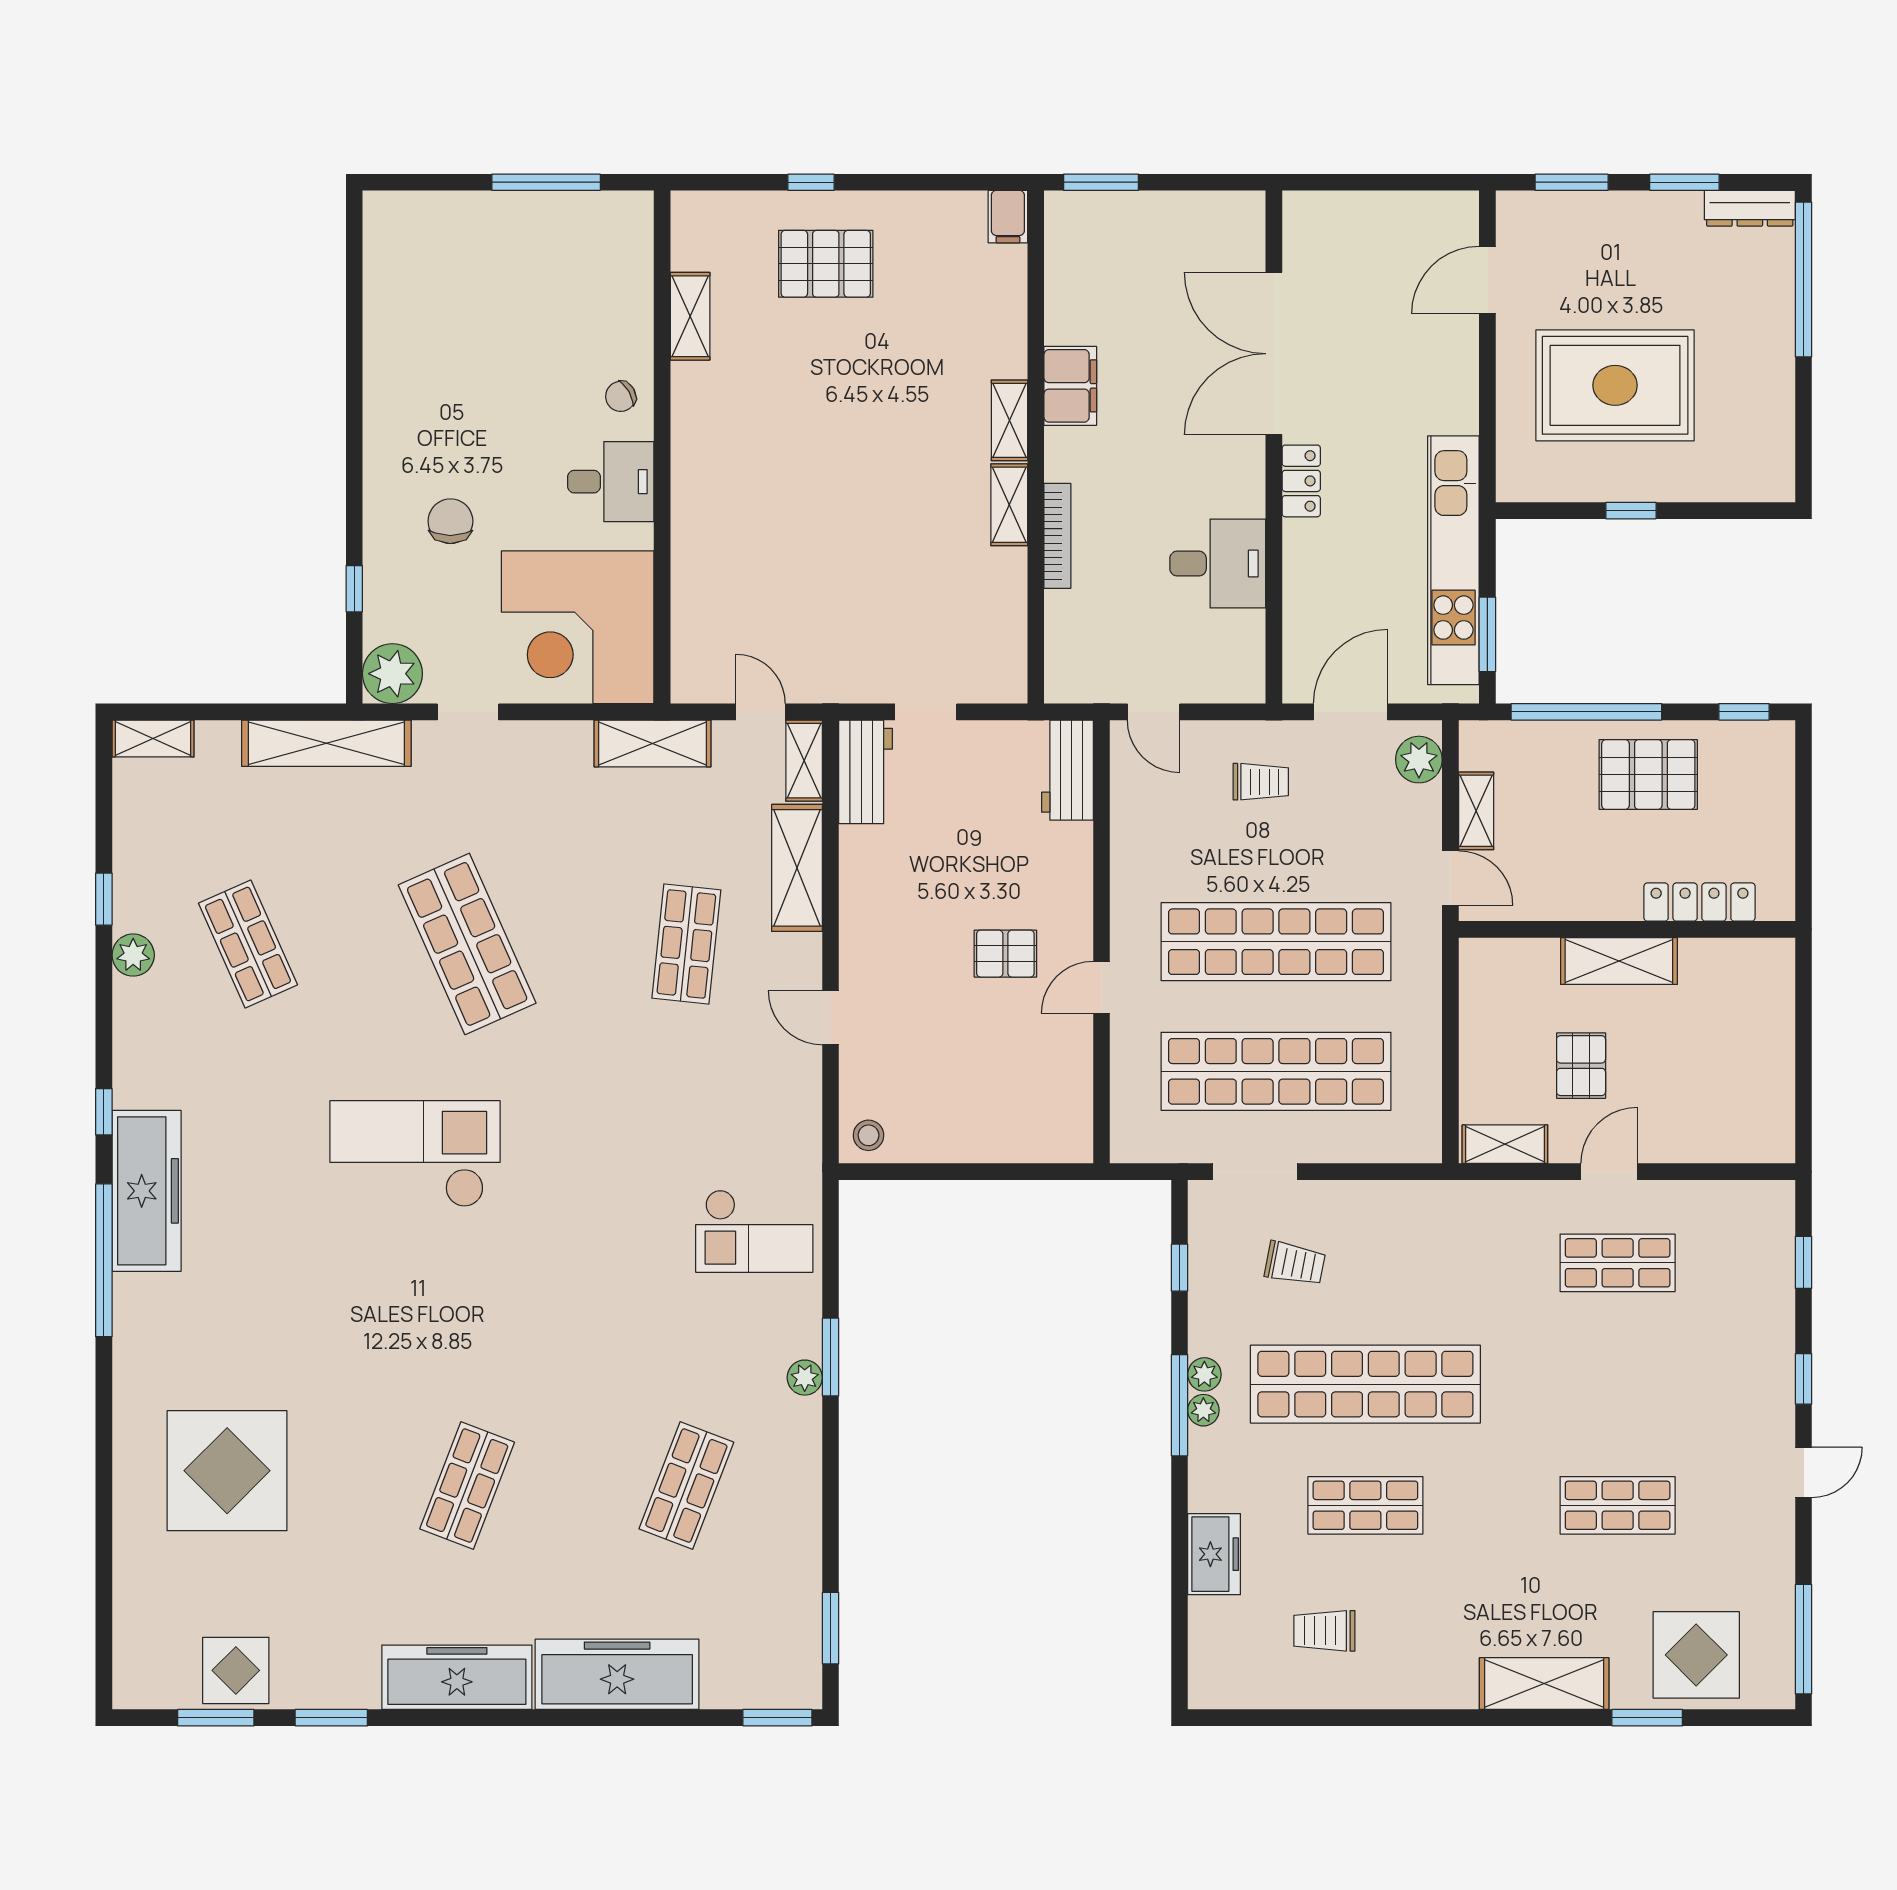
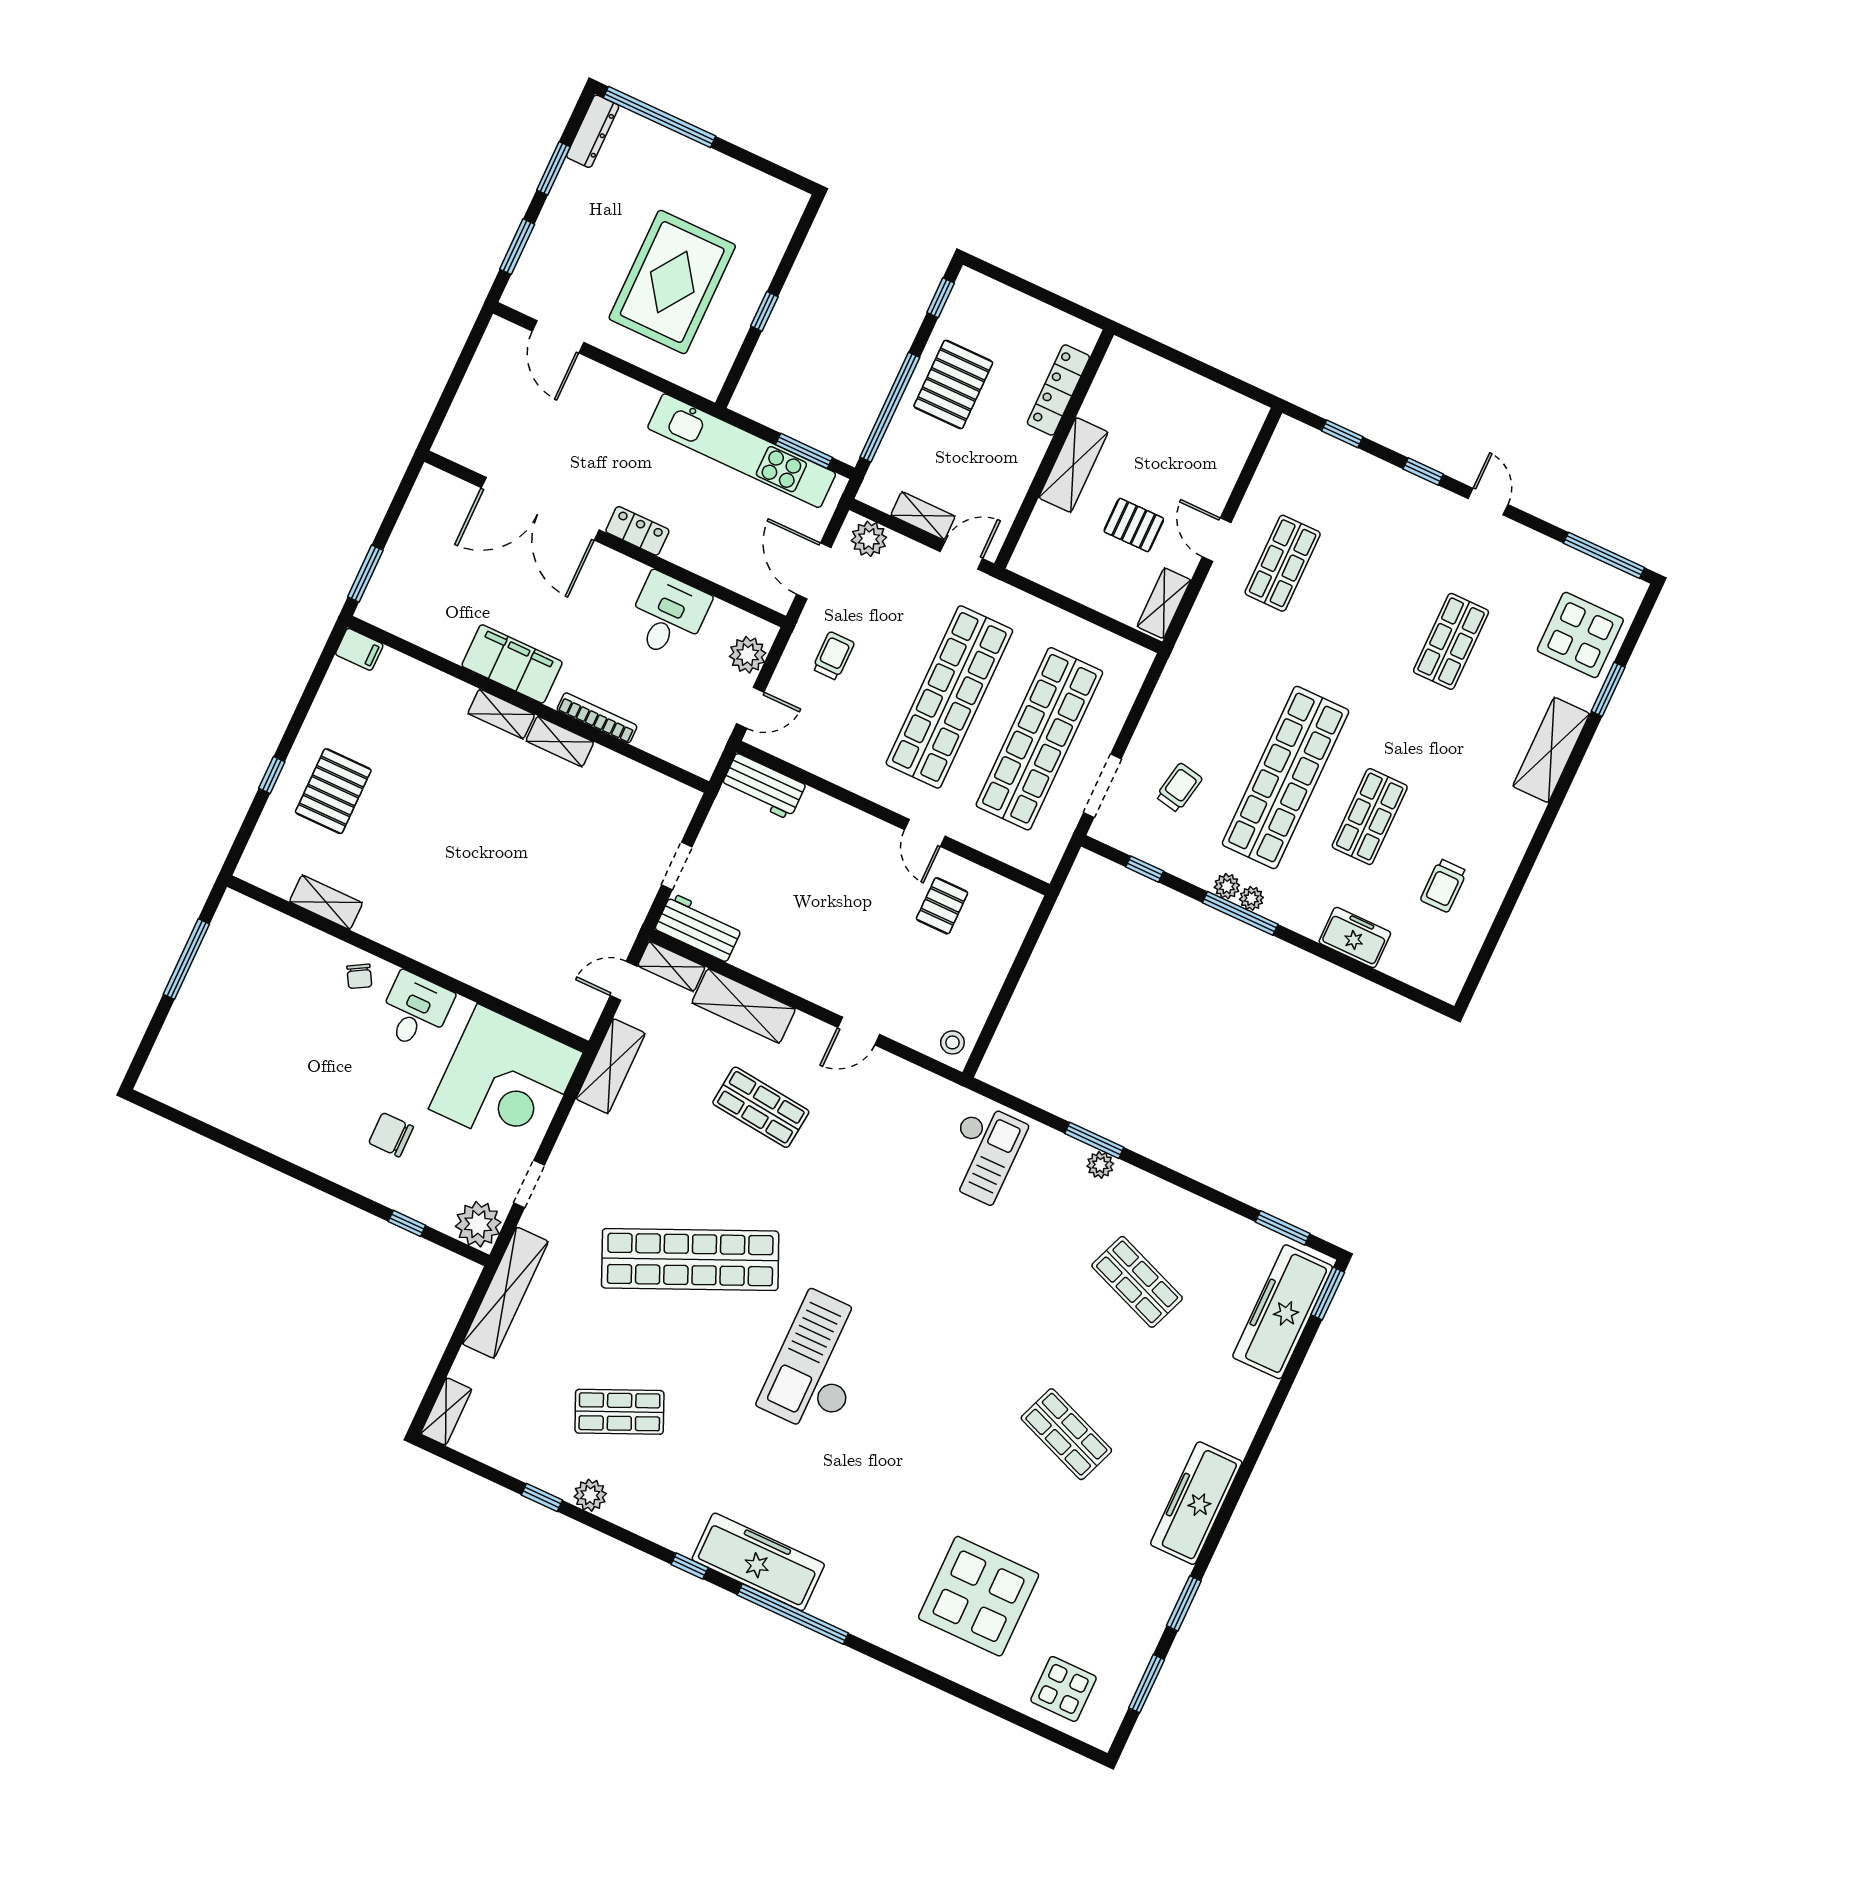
filing cabinet: (1070, 386) -> (512, 664), width x1.50, depth x1.17
plant: (1215, 680) -> (748, 655), added
shop shelf: (467, 944) -> (690, 1260), width x1.40
pallet: (1005, 954) -> (942, 906), moved
display table: (236, 1670) -> (1063, 1689), moved
freezer: (617, 1674) -> (1283, 1312), moved

